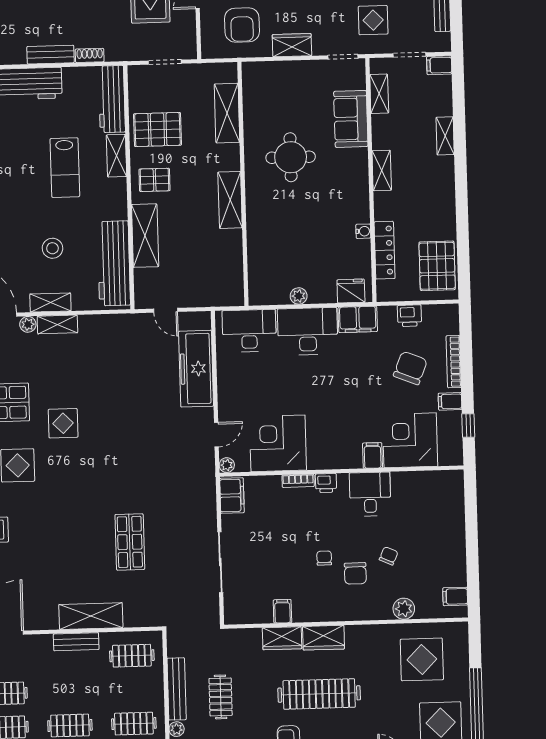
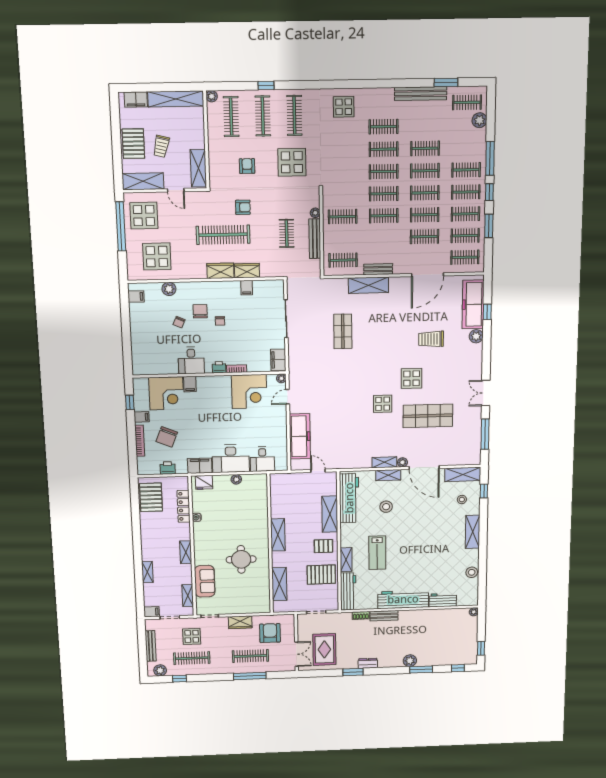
lab bench: (65, 168) -> (377, 553), turned 180
desk: (249, 331) -> (262, 459), width x0.73

